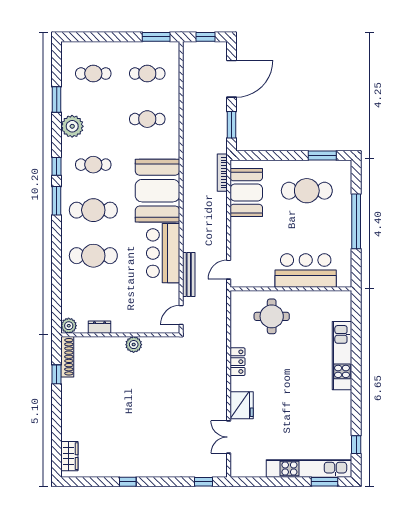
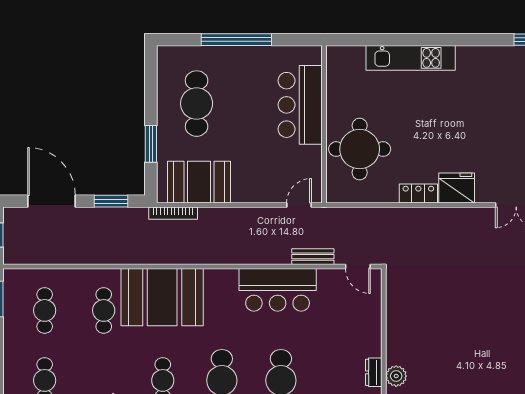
window: (322, 155) -> (151, 144), moved
booth: (157, 191) -> (162, 297), moved
door: (229, 270) -> (299, 205), swing flipped
bench: (189, 274) -> (313, 257), width x0.73
round table: (272, 316) -> (360, 149), width x1.36, depth x1.36
plant: (134, 345) -> (396, 376), moved
fridge: (242, 405) -> (457, 188), moved

